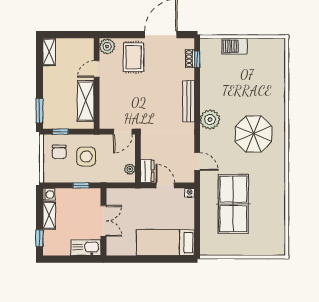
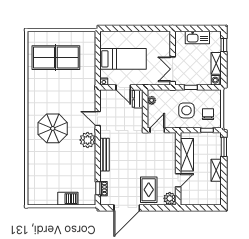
shelving: (49, 52) -> (216, 170), moved
door: (197, 161) -> (98, 118), moved
table tennis table: (233, 204) -> (56, 58), moved, turned 90
double door: (104, 221) -> (173, 69), moved
bed: (165, 243) -> (123, 59), moved
kitchen sink: (86, 248) -> (197, 37), moved

